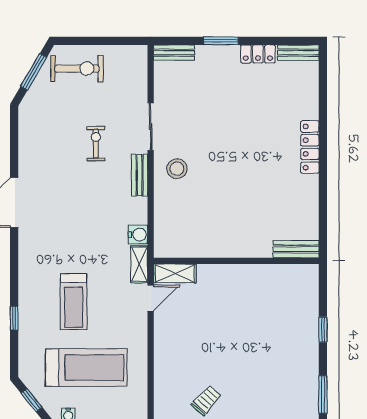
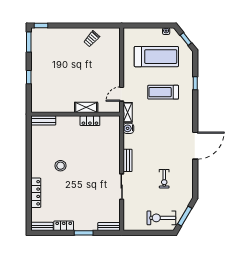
exercise bike: (96, 144) -> (164, 179), moved
locker: (310, 147) -> (36, 193), moved
stool: (177, 169) -> (61, 166), moved
locker: (209, 249) -> (90, 121), added
shelving: (175, 273) -> (86, 107), moved
treadmill: (74, 302) -> (163, 92), turned -90
treadmill: (86, 368) -> (156, 57), turned 180

